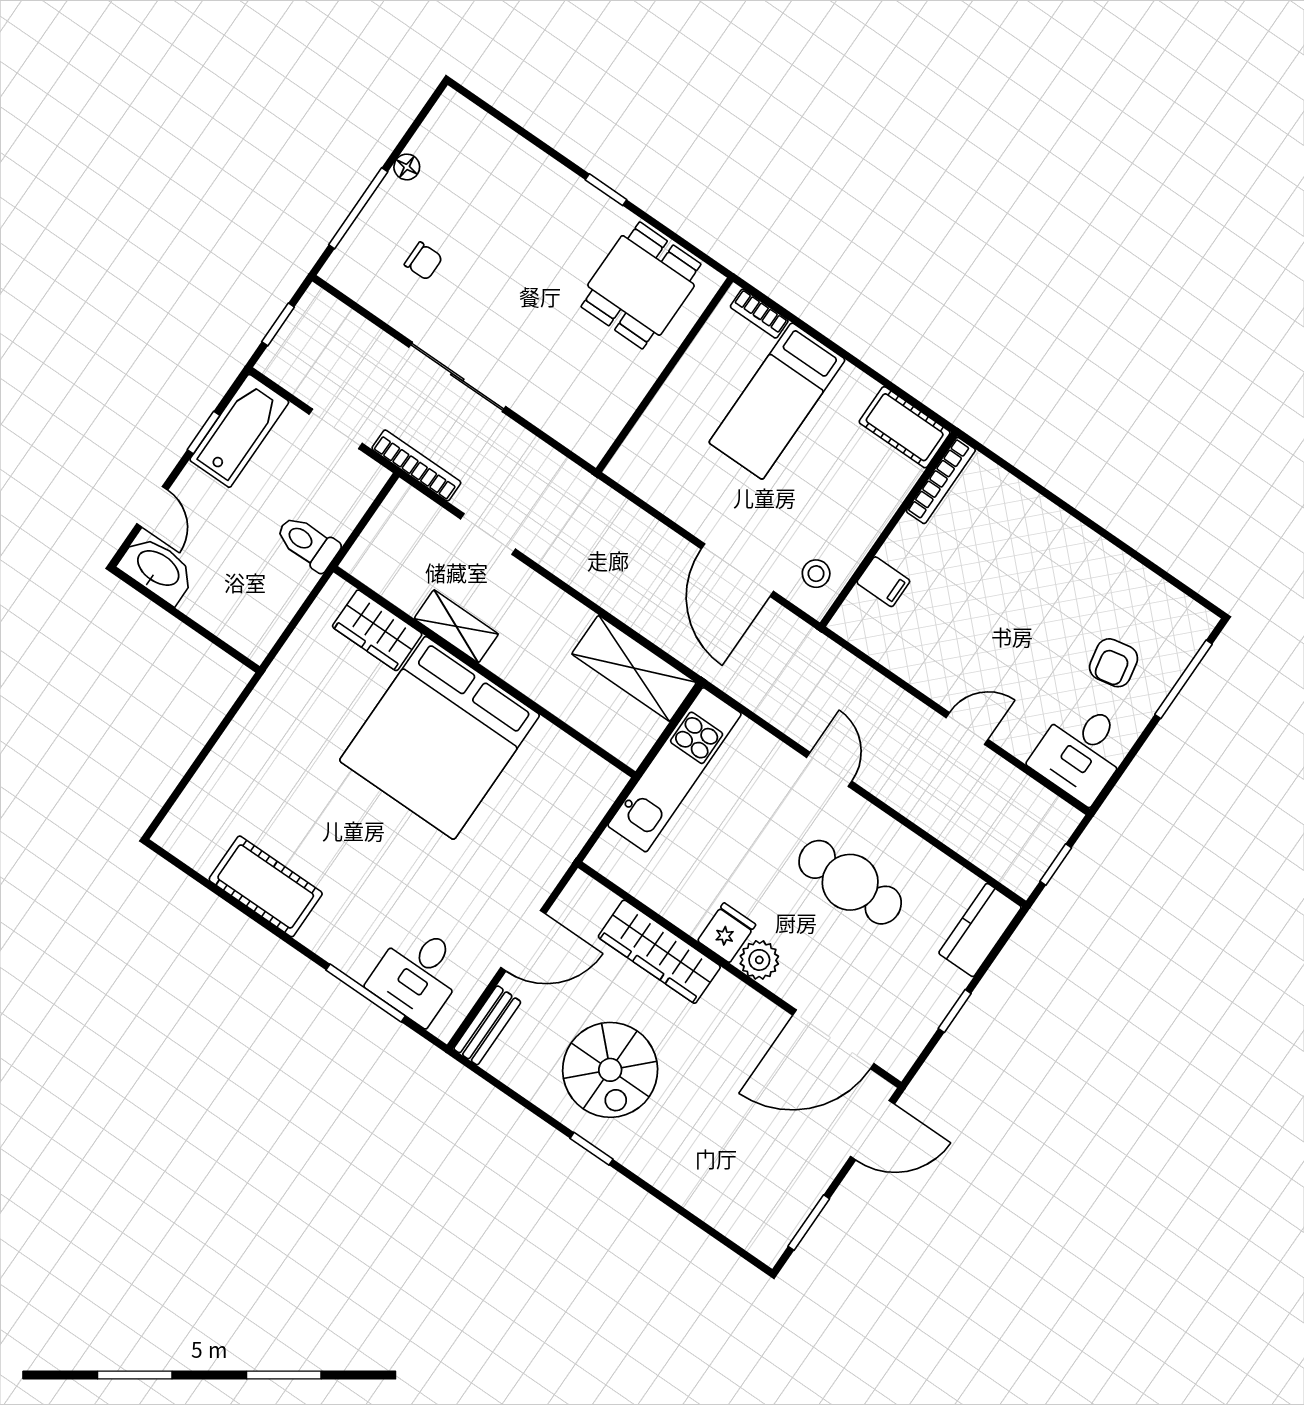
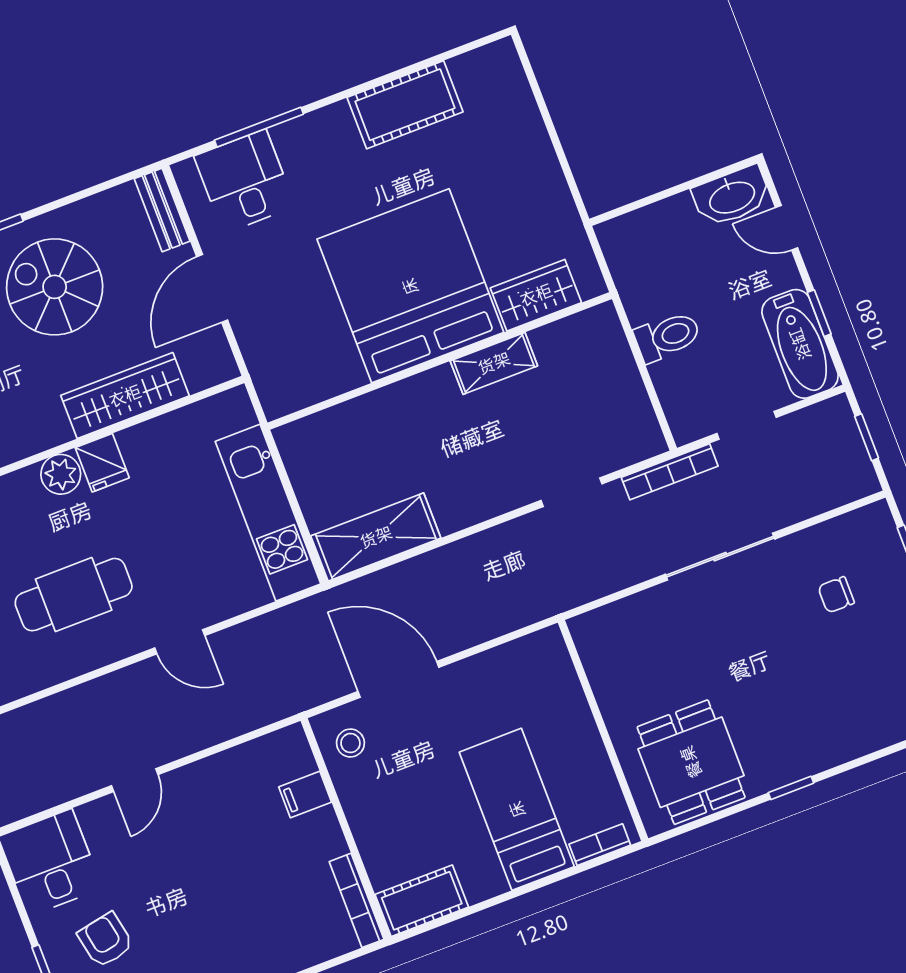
shelving: (456, 626) -> (494, 363), moved
wardrobe: (377, 630) -> (536, 295), moved
wall: (484, 672) -> (440, 361), moved
bed: (440, 738) -> (410, 286), moved

